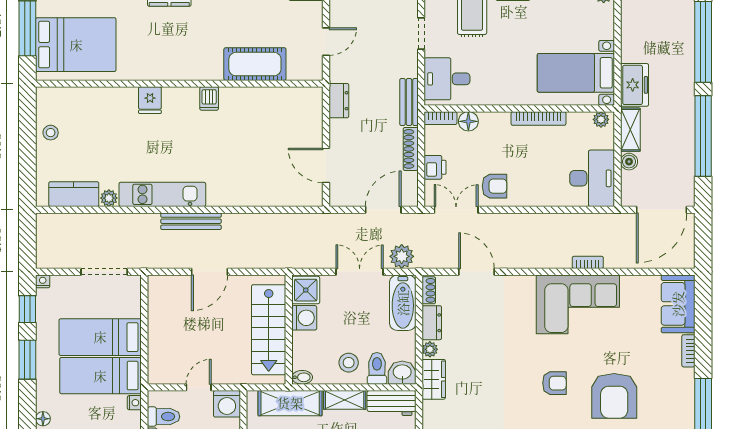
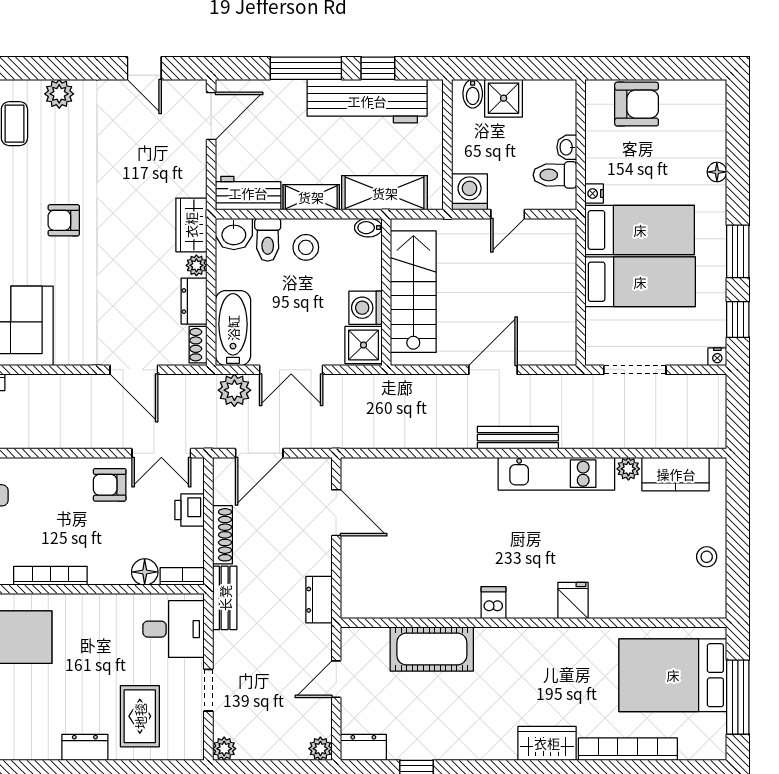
armchair: (554, 383) -> (64, 220), moved

